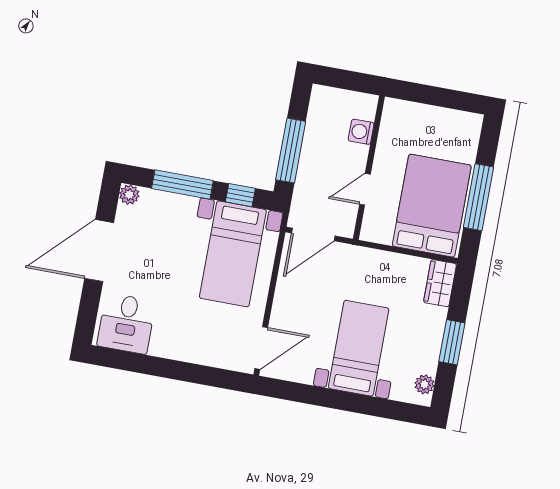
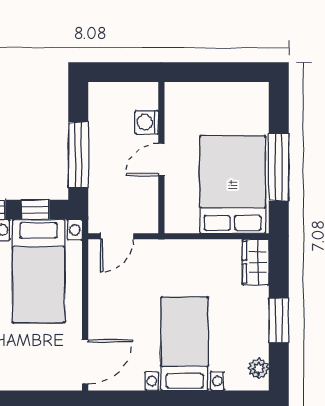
door: (365, 189) -> (161, 159), moved
door: (313, 234) -> (117, 236), width x0.73

